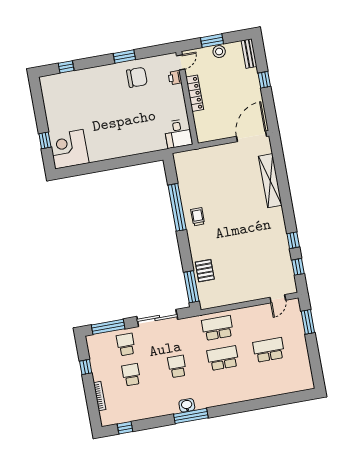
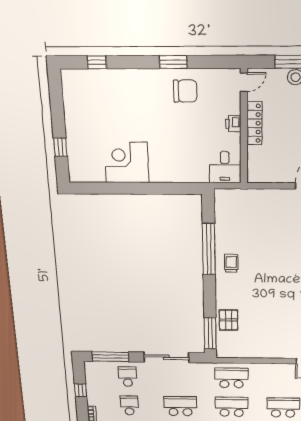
printer: (175, 78) -> (233, 124), moved
corner desk: (69, 149) -> (127, 162), moved
school desk: (177, 366) -> (180, 406), width x1.85

